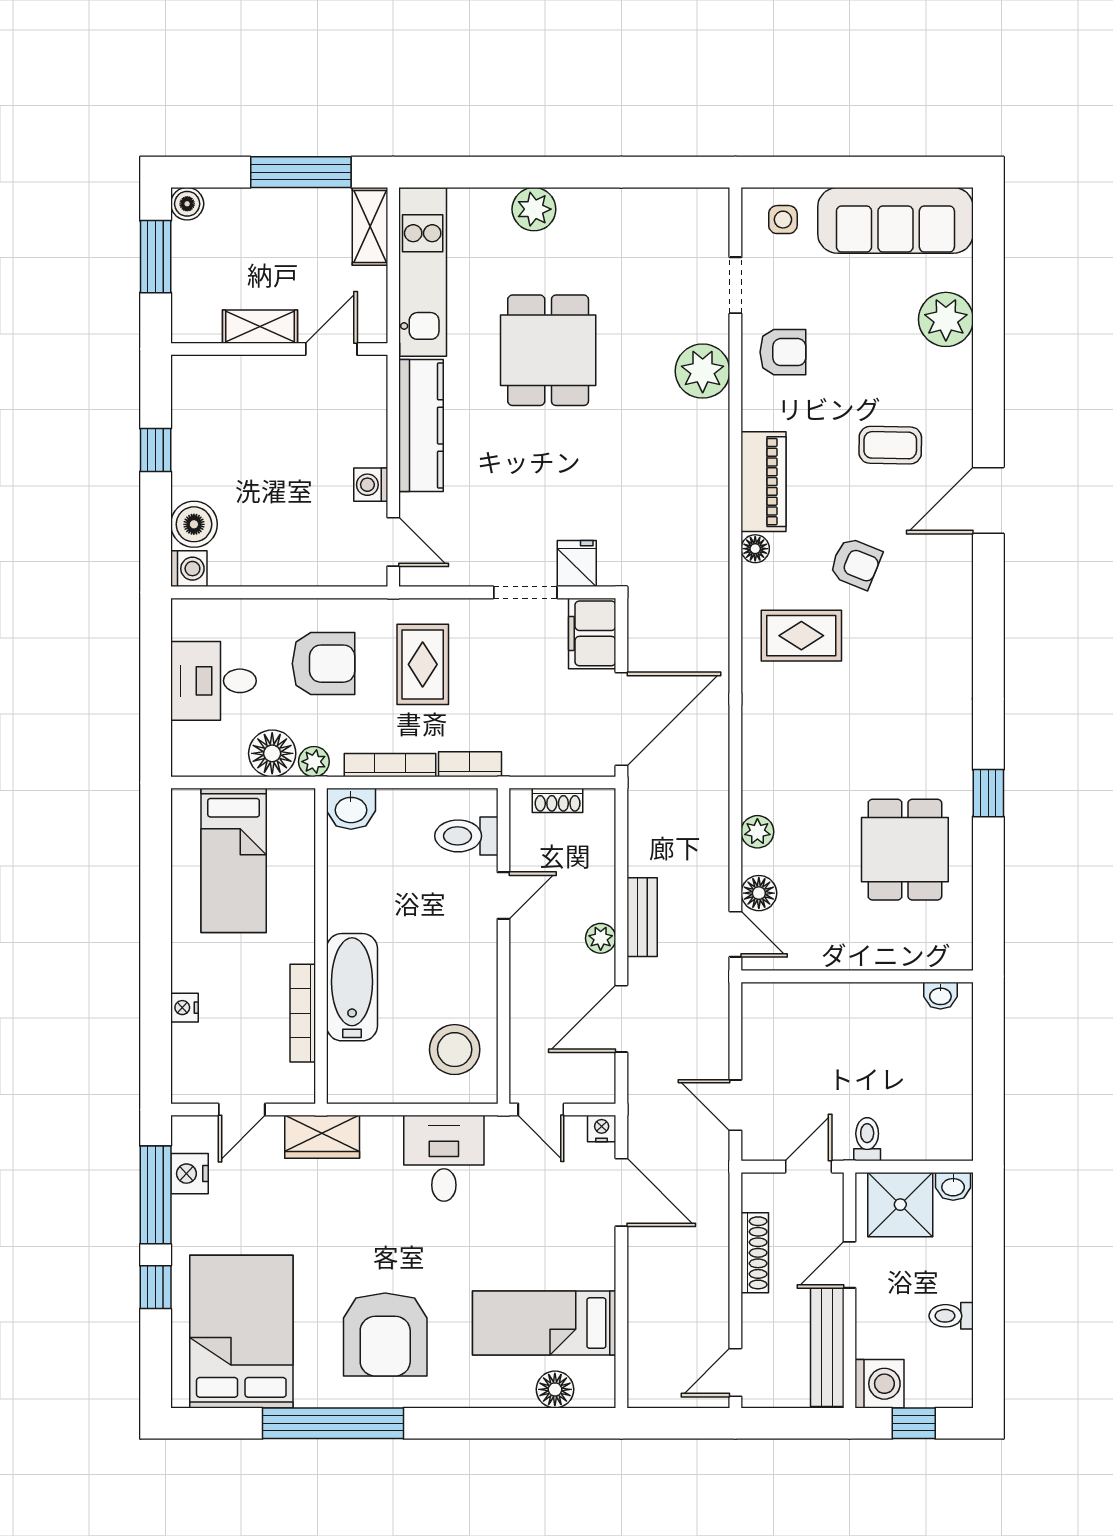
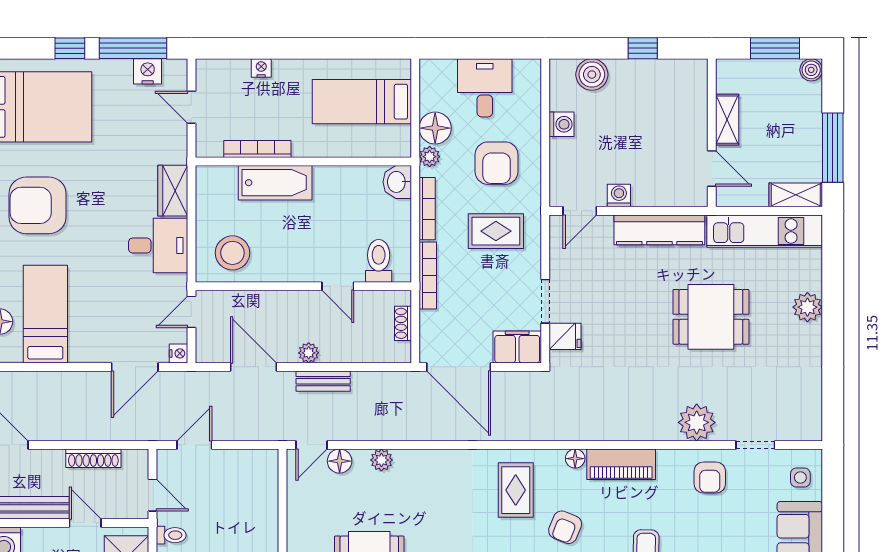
washing machine: (189, 569) -> (562, 124), moved, turned -90
bookcase: (470, 764) -> (428, 275), width x1.56
wardrobe: (322, 1137) -> (173, 191), moved

